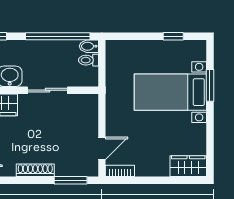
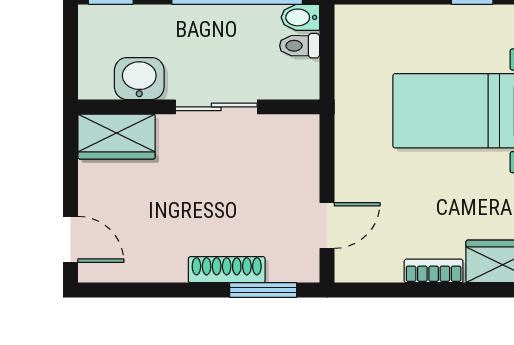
shoe rack: (35, 170) -> (227, 270), moved
bookcase: (120, 171) -> (434, 271), moved

